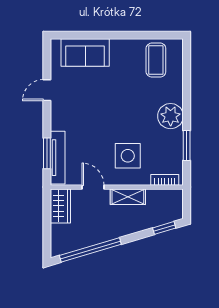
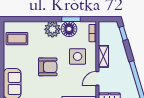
armchair: (111, 109) -> (48, 67), added
floor lamp: (171, 142) -> (69, 29), added

